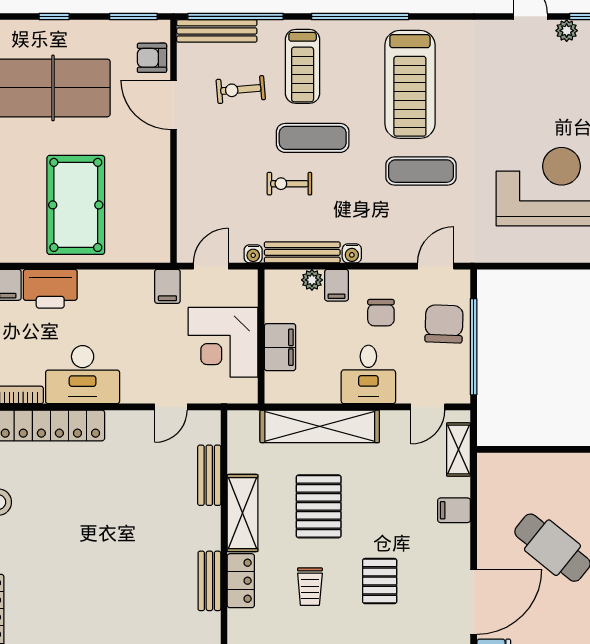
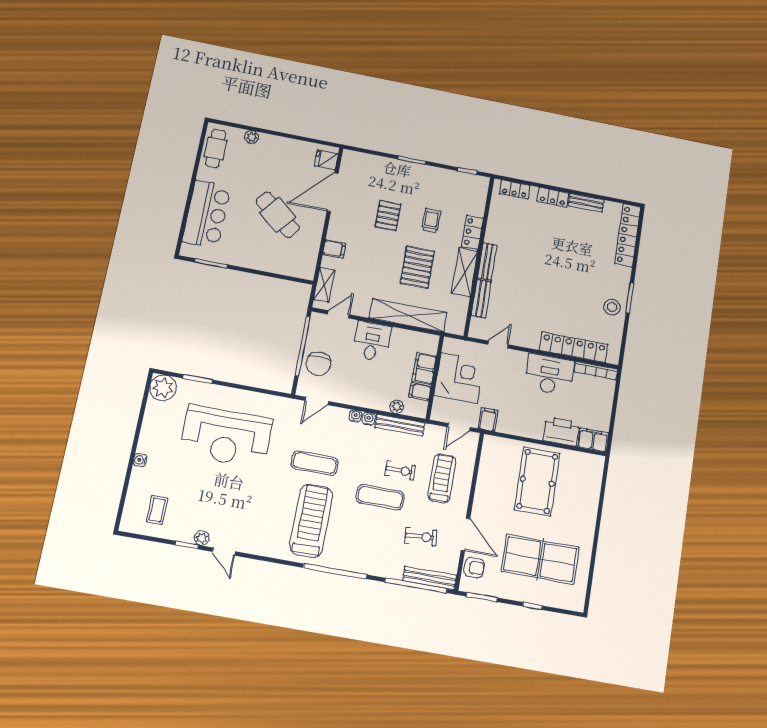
treadmill: (303, 66) -> (442, 478), moved
water cooler: (253, 254) -> (355, 416), moved
filing cabinet: (337, 285) -> (420, 392), moved, turned -90
chair: (381, 313) -> (357, 378), removed
bench: (209, 581) -> (487, 262), moved

